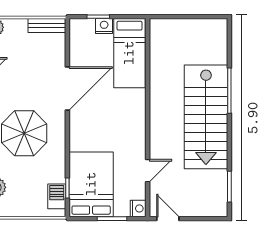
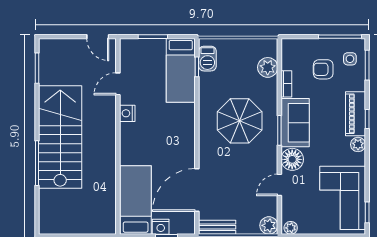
door: (67, 88) -> (197, 190), moved
bed: (91, 184) -> (181, 70), width x0.67
nightstand: (138, 208) -> (127, 113), moved

